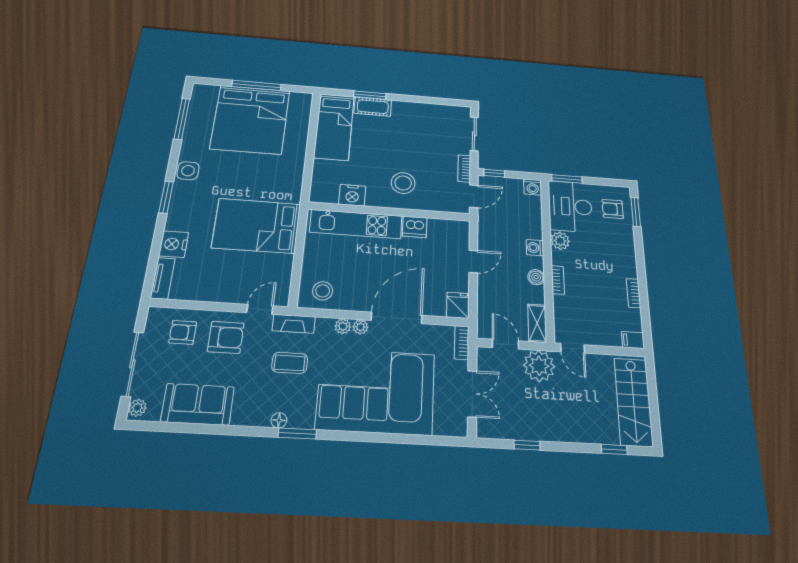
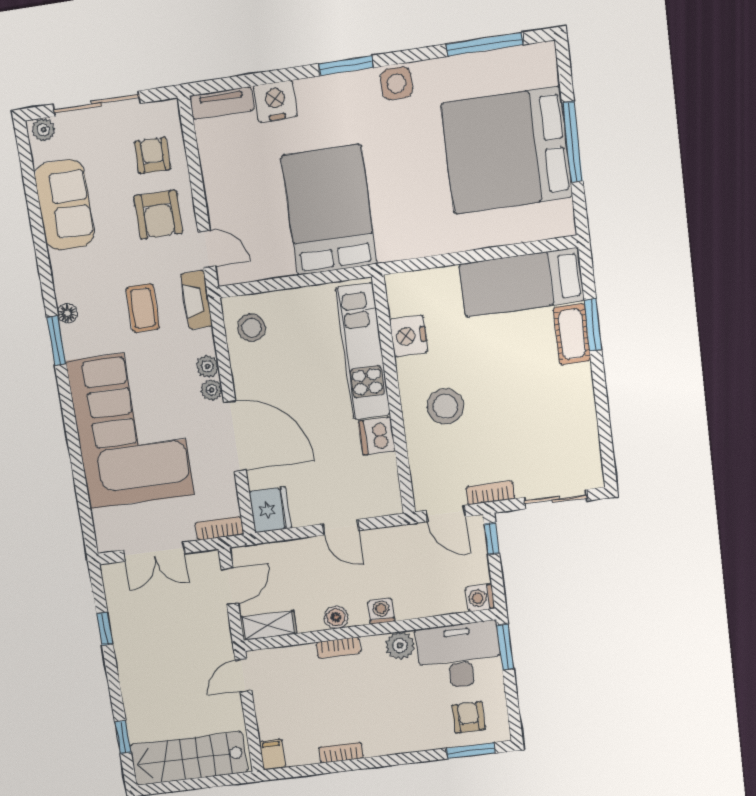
fridge: (458, 305) -> (270, 510), width x1.38
plant: (539, 366) -> (210, 634), removed

